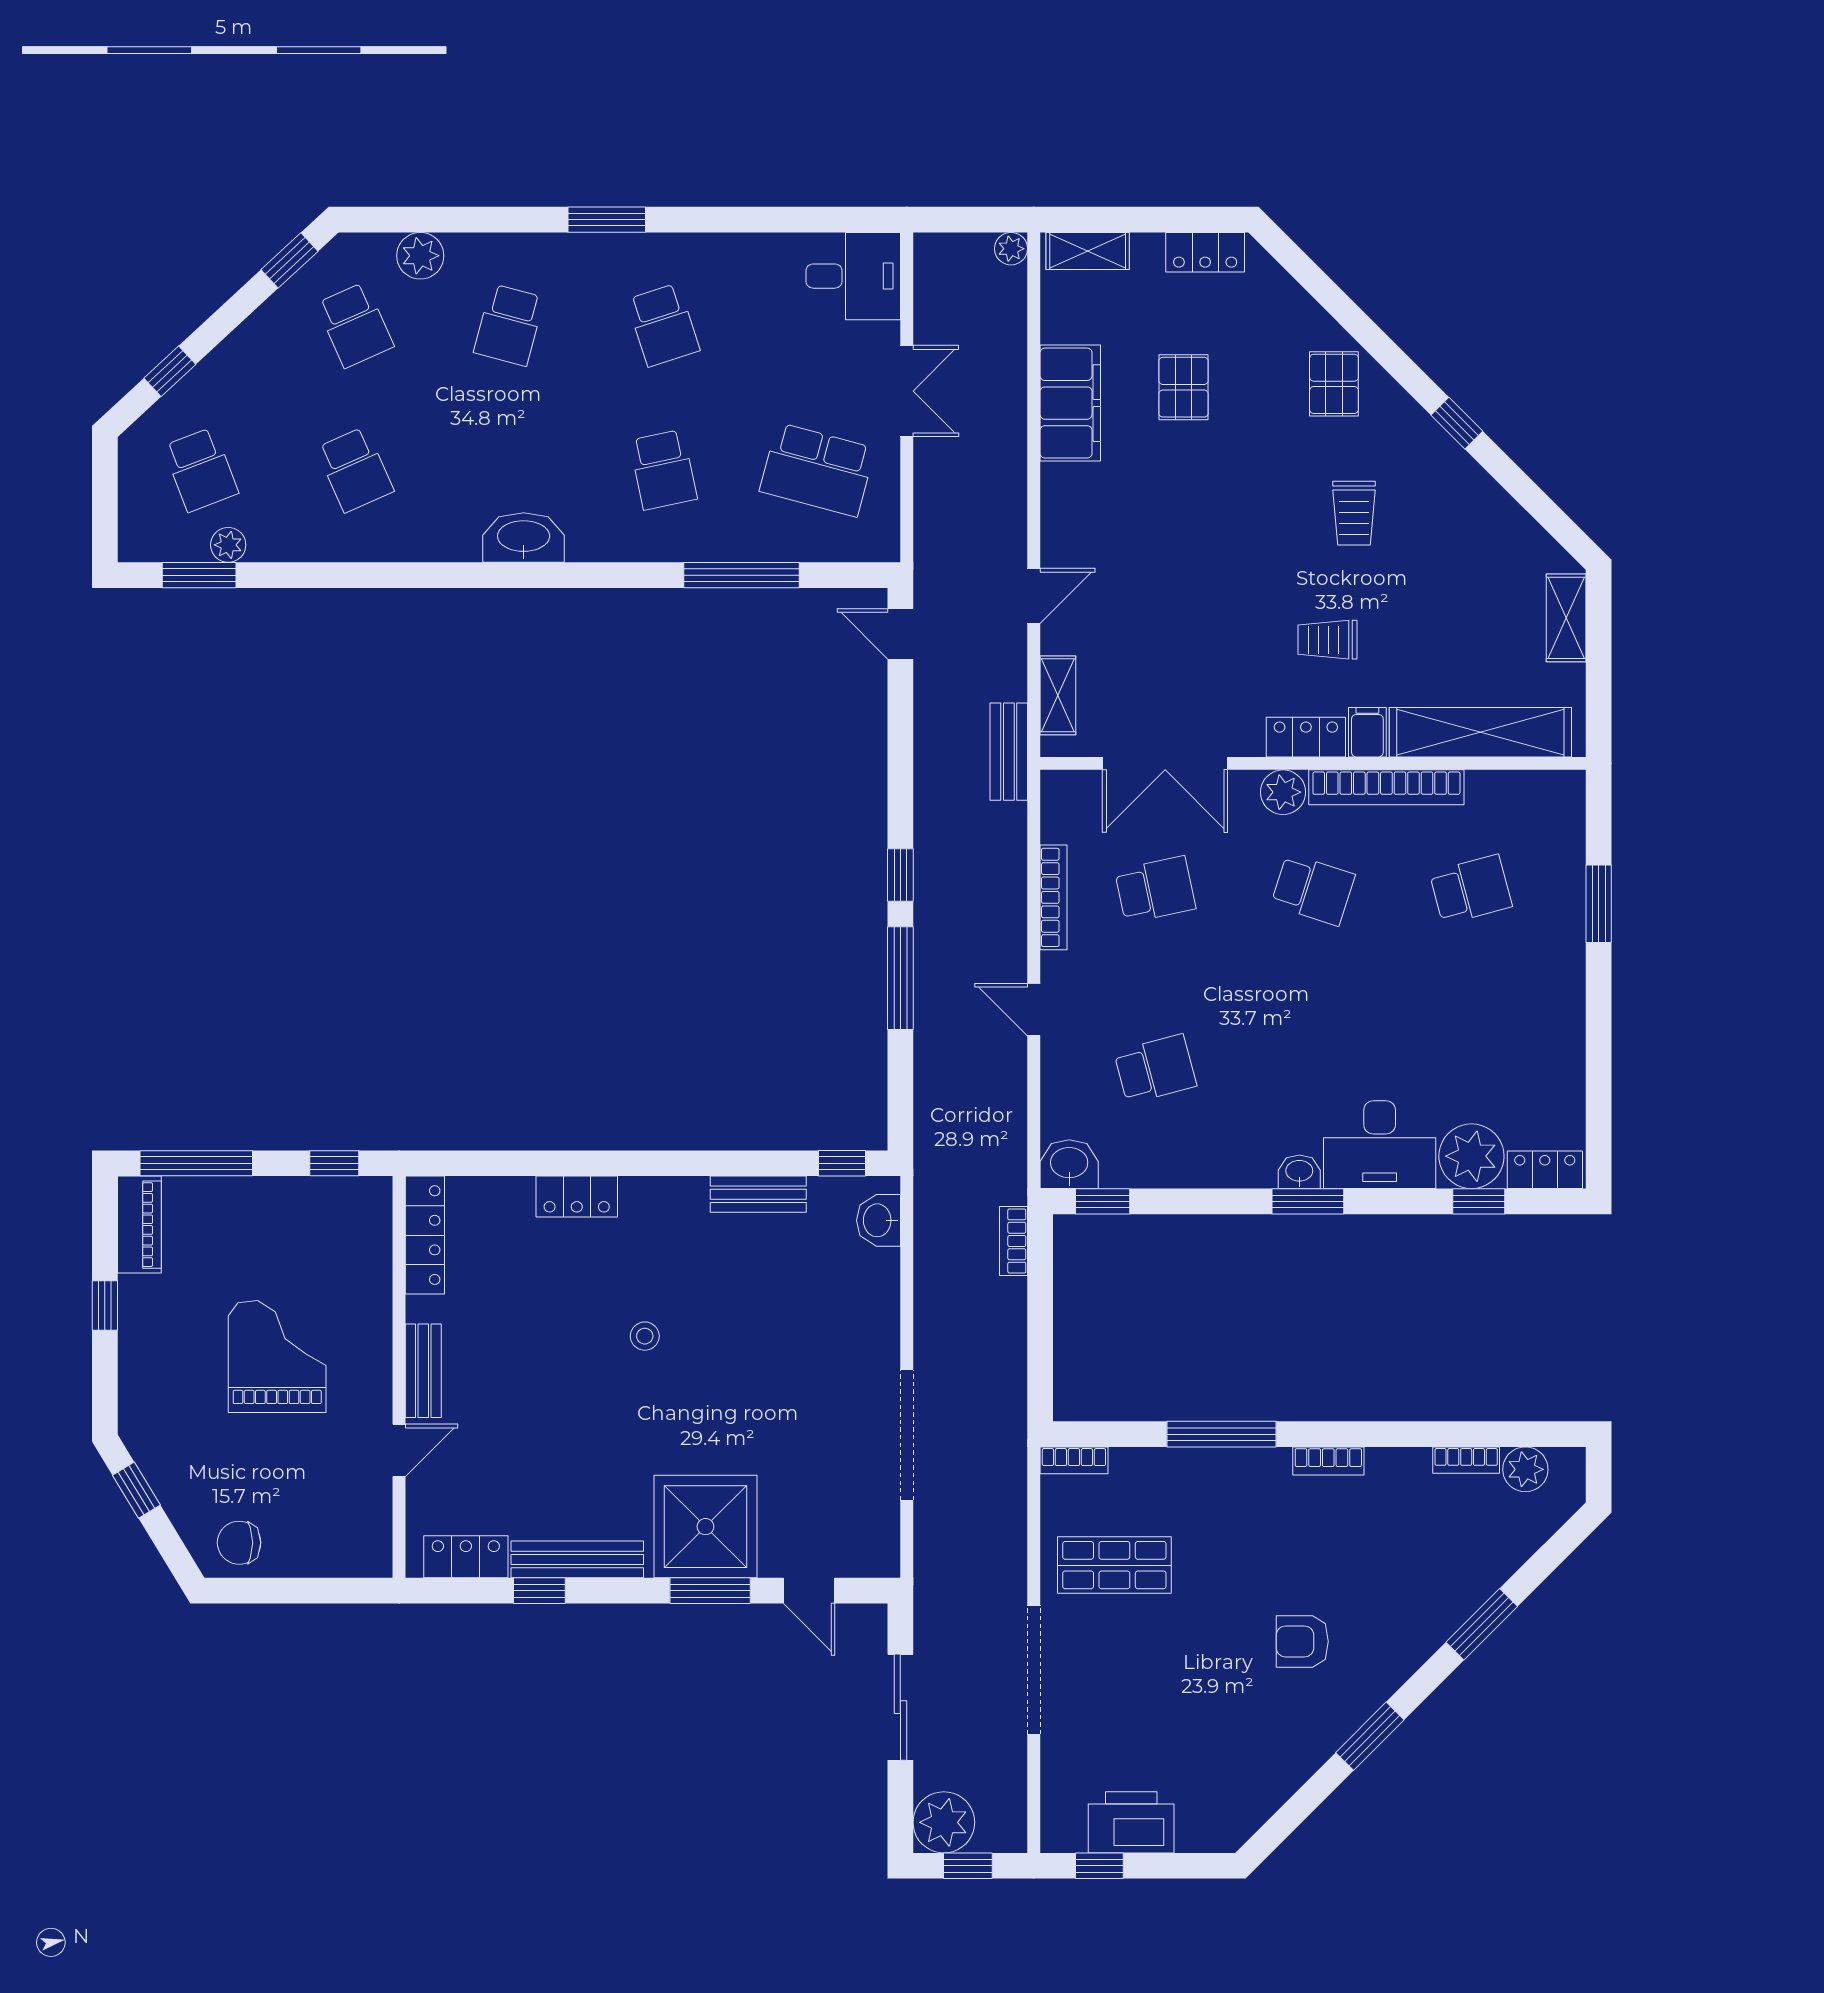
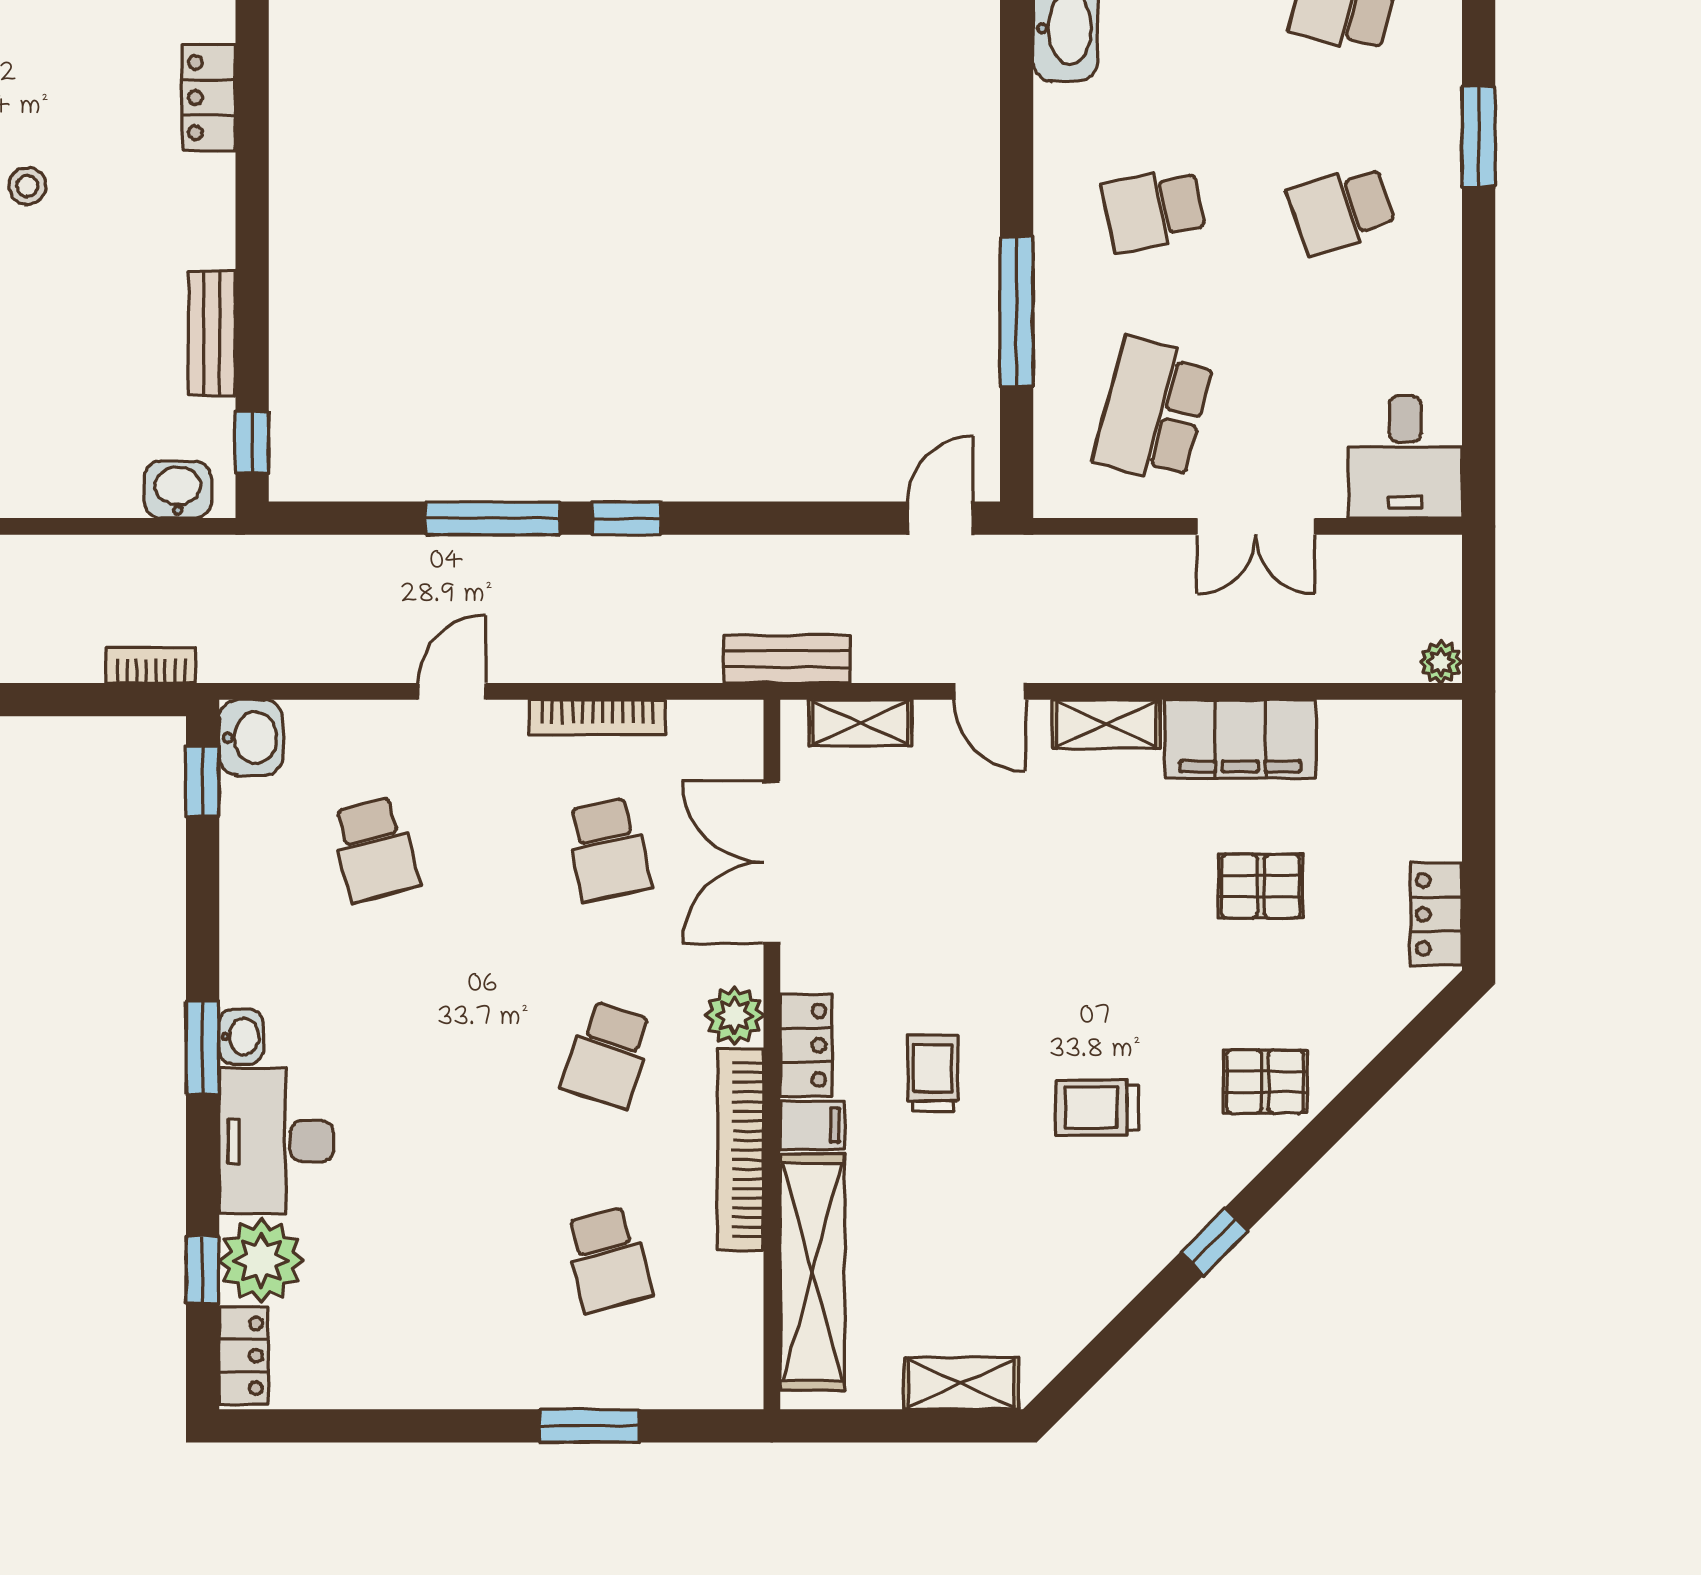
shelving: (1088, 251) -> (1106, 724), moved, turned 90

